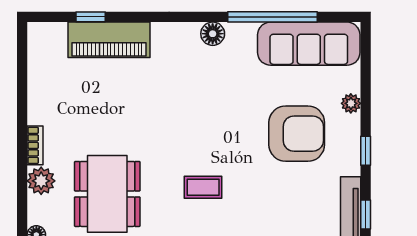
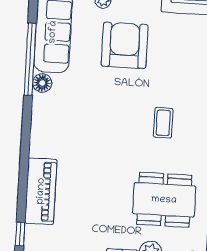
window: (91, 17) -> (20, 234), moved
floor lamp: (213, 34) -> (42, 83), moved

